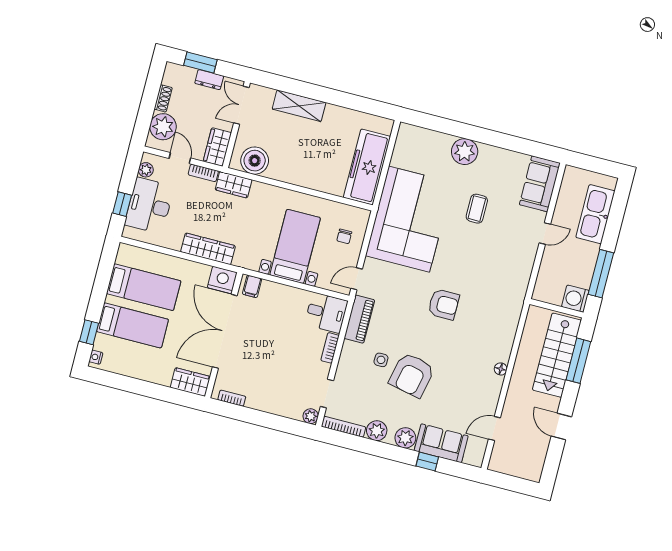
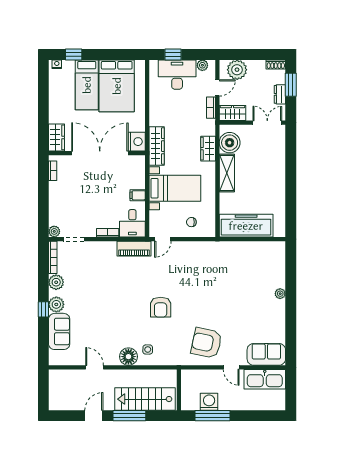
shoe rack: (163, 98) -> (276, 64), moved
shelving: (299, 106) -> (227, 173), moved
plant: (465, 152) -> (280, 294), width x0.53, depth x0.53
wardrobe: (234, 185) -> (208, 149), moved
coffee table: (477, 209) -> (236, 313), removed
kitchen sink: (595, 214) -> (265, 379), moved, turned 180
corner sofa: (409, 219) -> (216, 266), removed
wardrobe: (208, 249) -> (157, 146), moved
door: (357, 279) -> (163, 239), swing flipped
filing cabinet: (252, 286) -> (138, 195), moved
bed: (144, 287) -> (117, 86), width x1.50
washing machine: (575, 299) -> (209, 402), moved
side table: (381, 360) -> (148, 349), moved
window: (578, 361) -> (129, 416), moved
floor lamp: (501, 369) -> (128, 357), width x1.89, depth x1.89
armchair: (412, 375) -> (206, 343), moved
door: (494, 428) -> (95, 367), moved
window: (427, 461) -> (43, 309), moved

